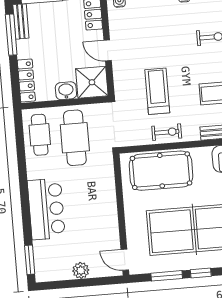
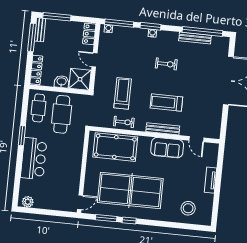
window: (30, 260) -> (22, 136), moved
door: (125, 260) -> (80, 202), swing flipped
plant: (81, 270) -> (28, 202), moved

